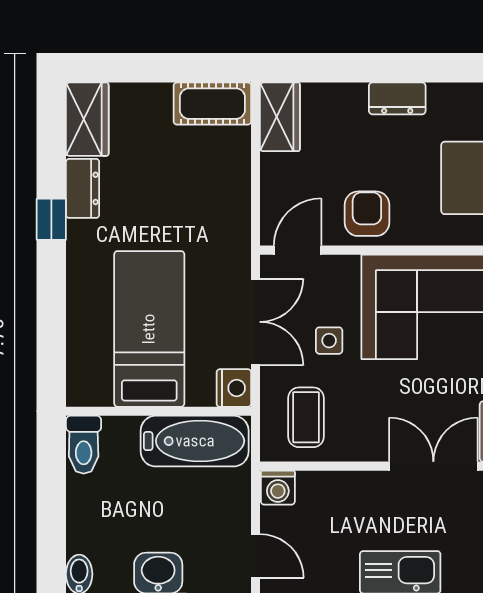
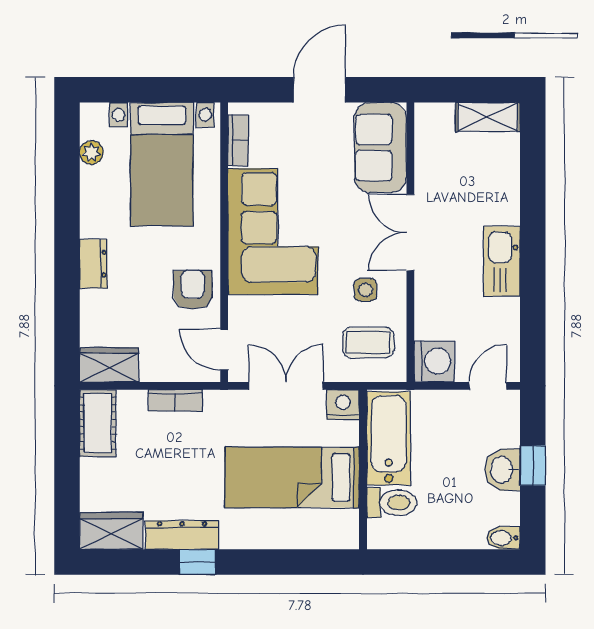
dresser: (83, 188) -> (182, 535), width x1.44
bookcase: (239, 194) -> (175, 400), added
armchair: (367, 214) -> (193, 290), turned 90
side table: (329, 341) -> (365, 290), moved
toilet: (84, 445) -> (392, 503), moved
washing machine: (278, 488) -> (434, 361), width x1.38, depth x1.38

